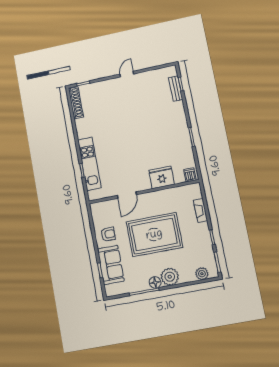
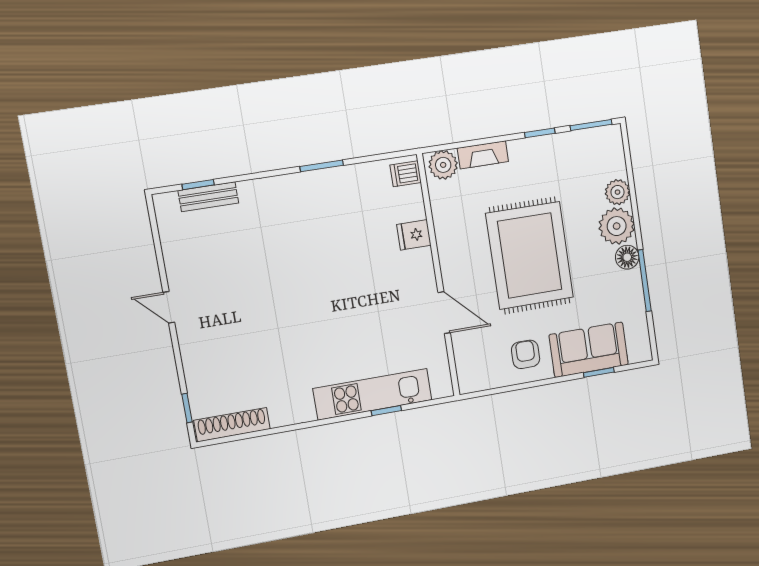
fridge: (162, 177) -> (414, 235), width x0.53, depth x0.75
plant: (195, 192) -> (443, 165), added
plant: (202, 274) -> (618, 192), moved

